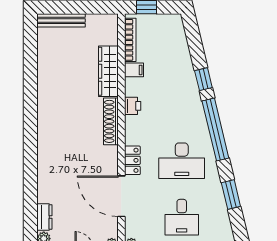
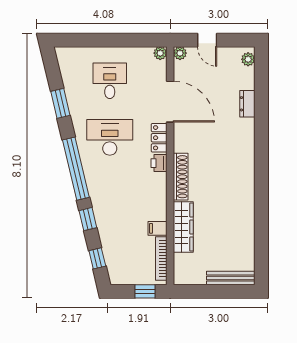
window: (194, 40) -> (97, 258), added
printer: (133, 106) -> (159, 163), moved
dresser: (44, 217) -> (247, 104), moved

